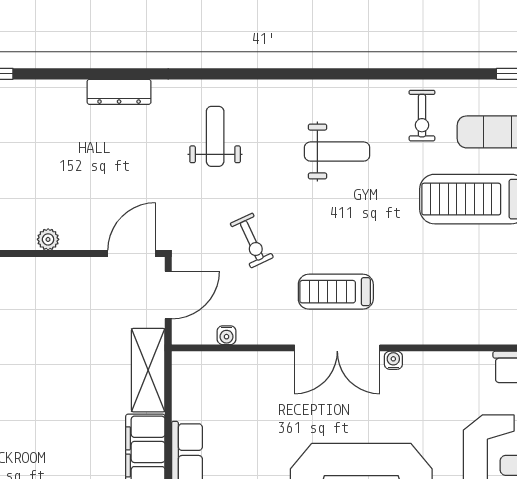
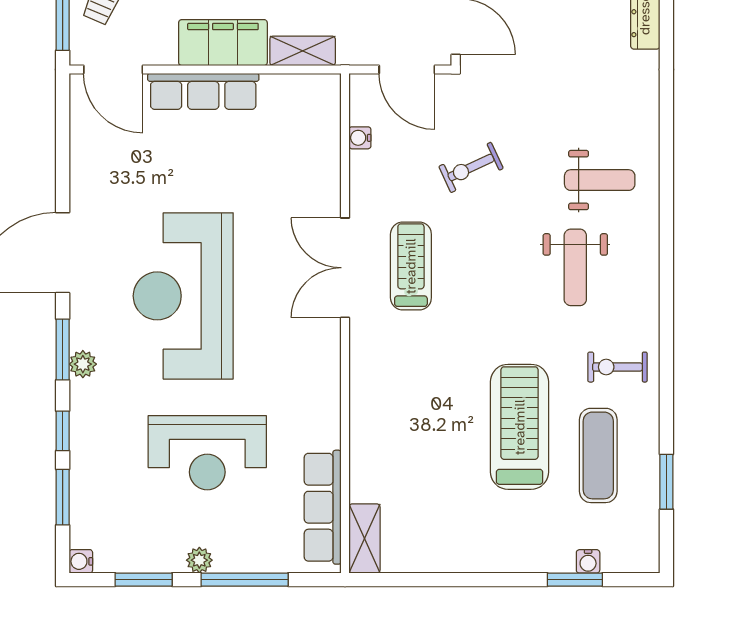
weight bench: (215, 136) -> (600, 180), moved
water cooler: (393, 360) -> (330, 333), removed
shelving: (148, 370) -> (303, 51), width x0.67, depth x0.75

